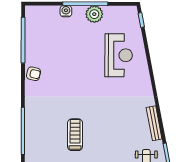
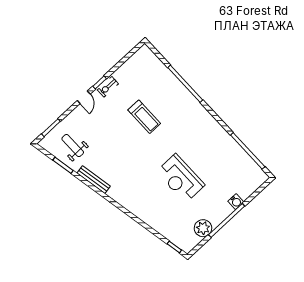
plant: (94, 14) -> (203, 228), moved
reception desk: (119, 55) -> (180, 178), moved
armchair: (34, 74) -> (217, 133), removed

